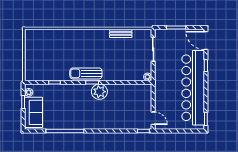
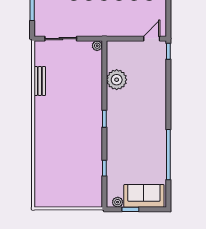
sun lounger: (86, 73) -> (93, 127), removed
plant: (99, 92) -> (117, 80), moved

